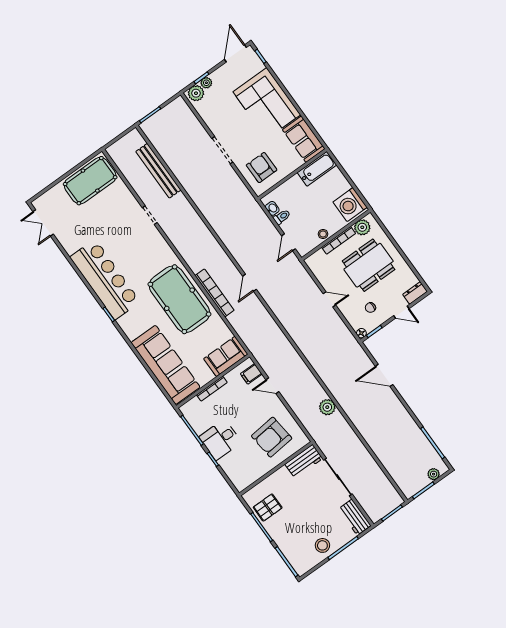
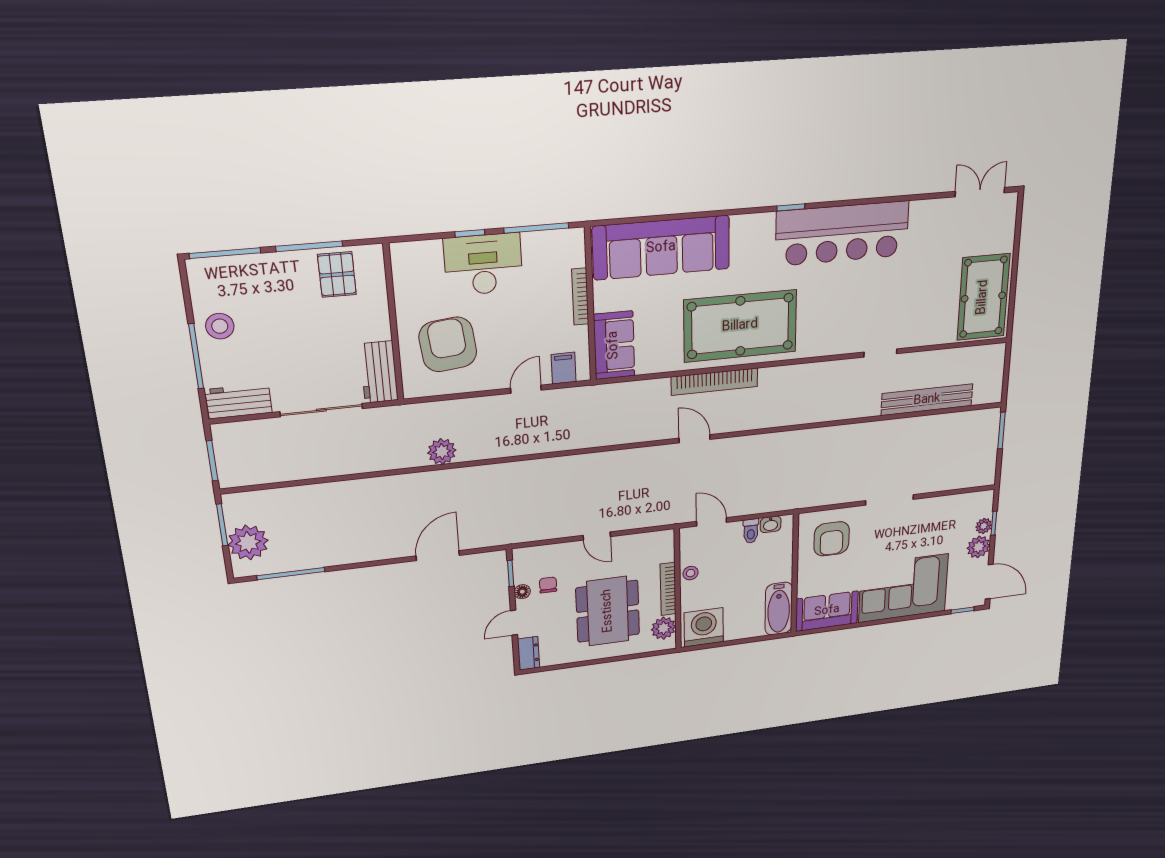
plant: (196, 93) -> (979, 547), moved
armchair: (262, 168) -> (832, 539), turned 90
door: (329, 299) -> (597, 536), hinge flipped
floor lamp: (361, 333) -> (522, 592), moved
desk: (220, 440) -> (483, 264), width x1.37
plant: (434, 474) -> (248, 542), width x1.88, depth x1.88

